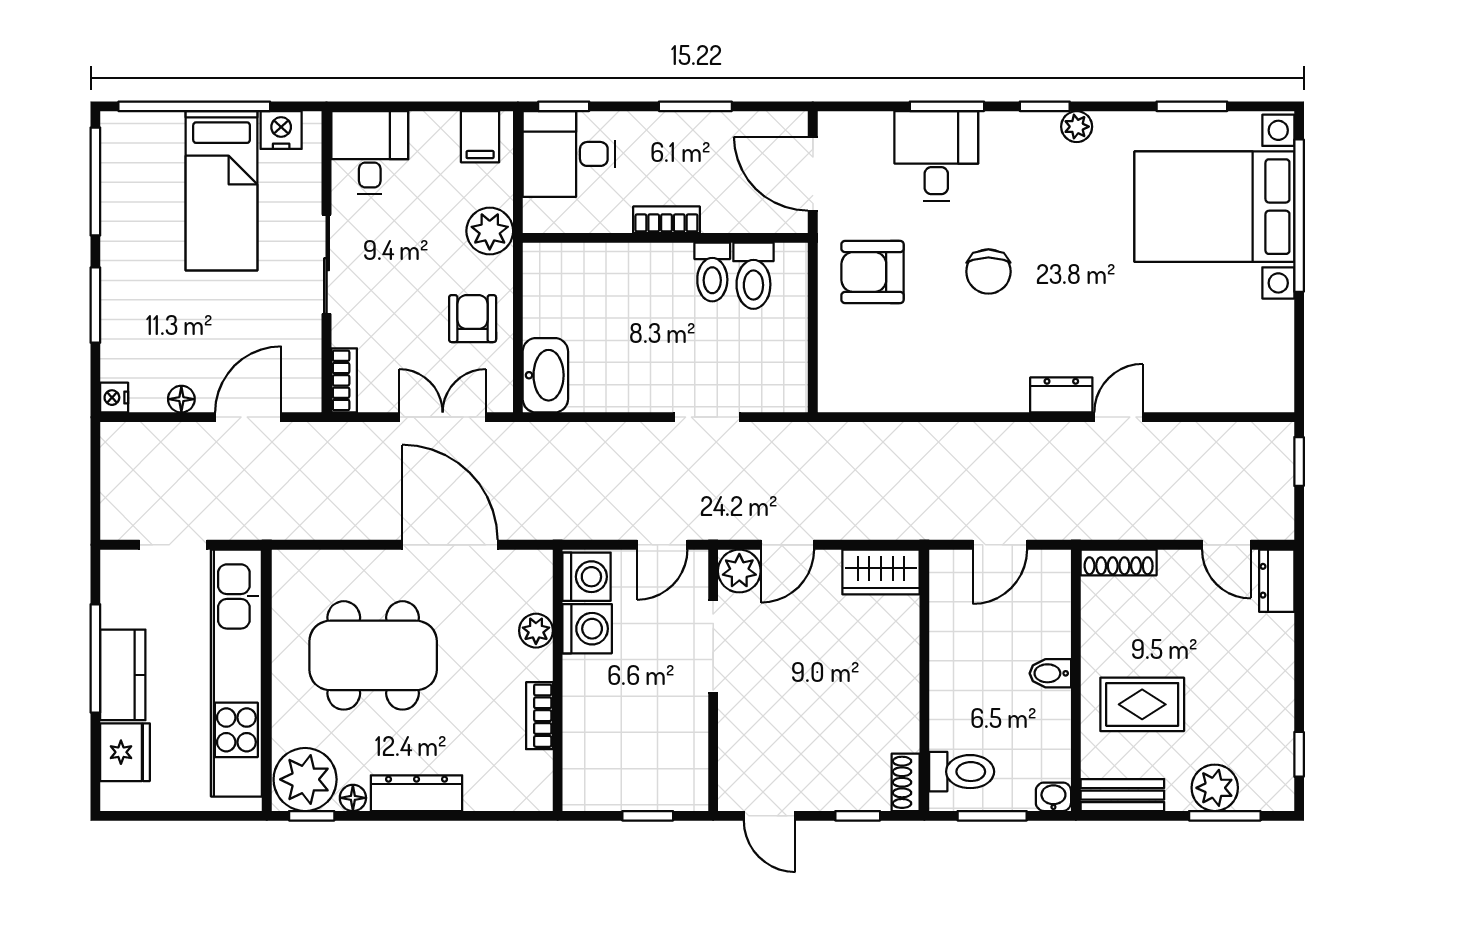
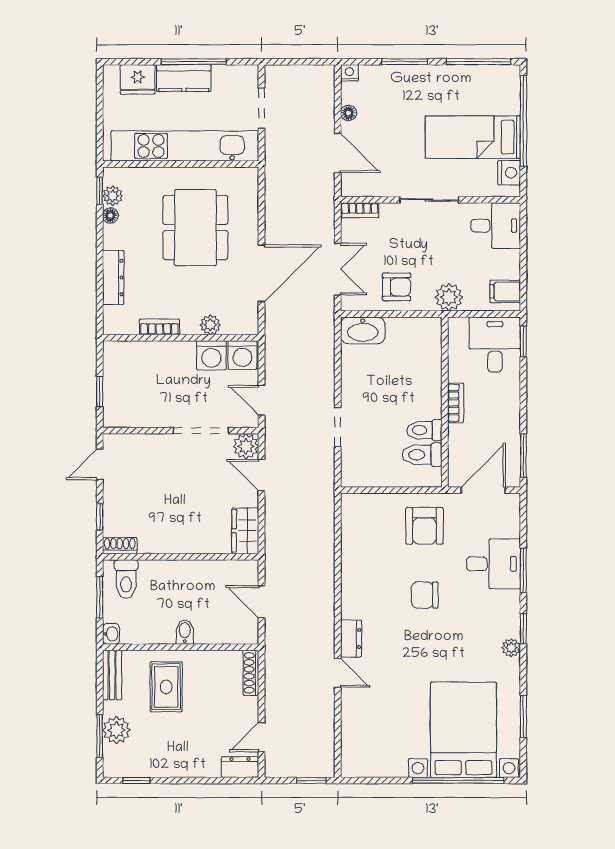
window: (695, 106) -> (523, 455), moved
armchair: (873, 272) -> (424, 526), turned 180
plant: (305, 779) -> (113, 196), width x0.53, depth x0.53
dresser: (417, 793) -> (113, 278), moved

